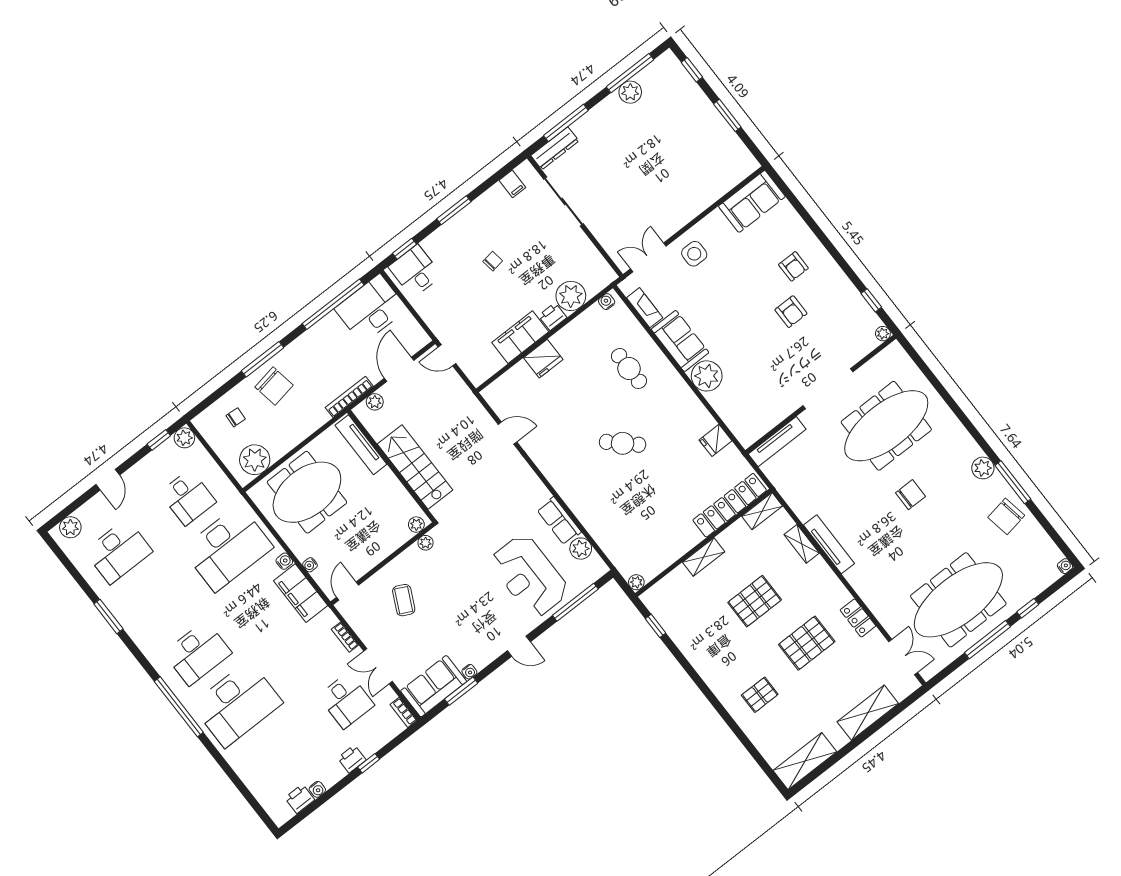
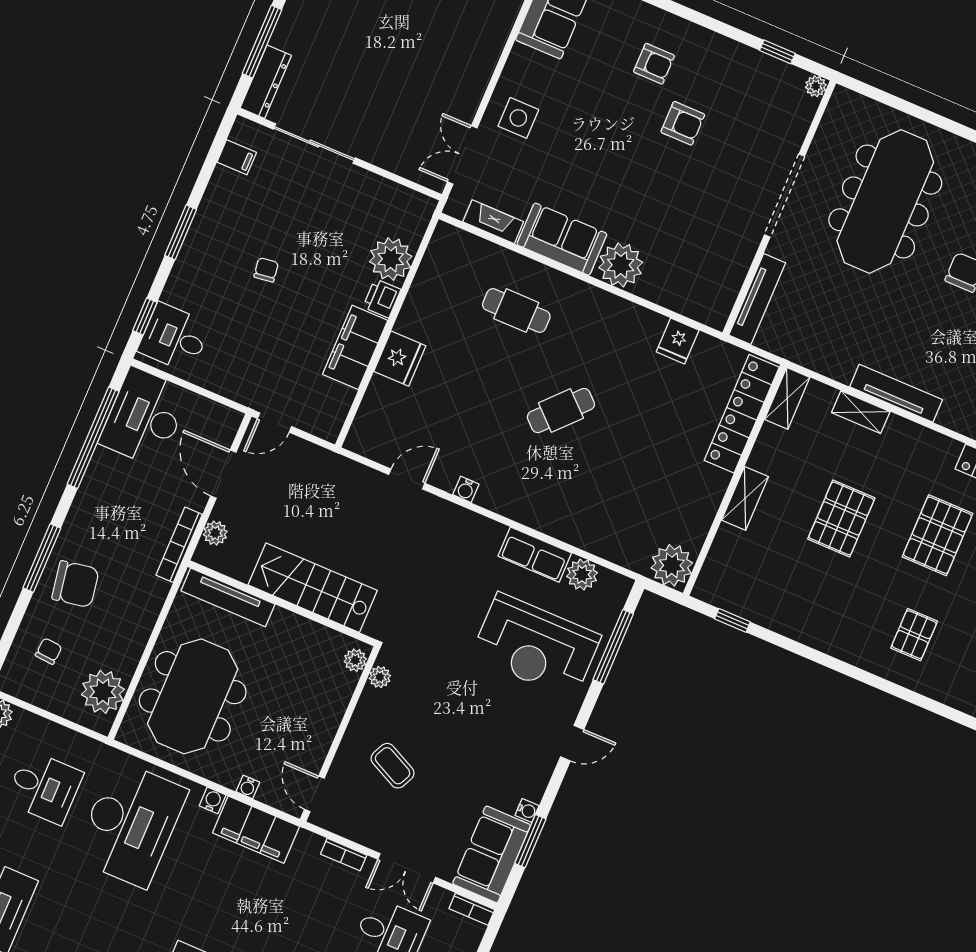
water cooler: (607, 302) -> (466, 489), moved, turned -90
plant: (636, 582) -> (672, 565), width x1.88, depth x1.88

